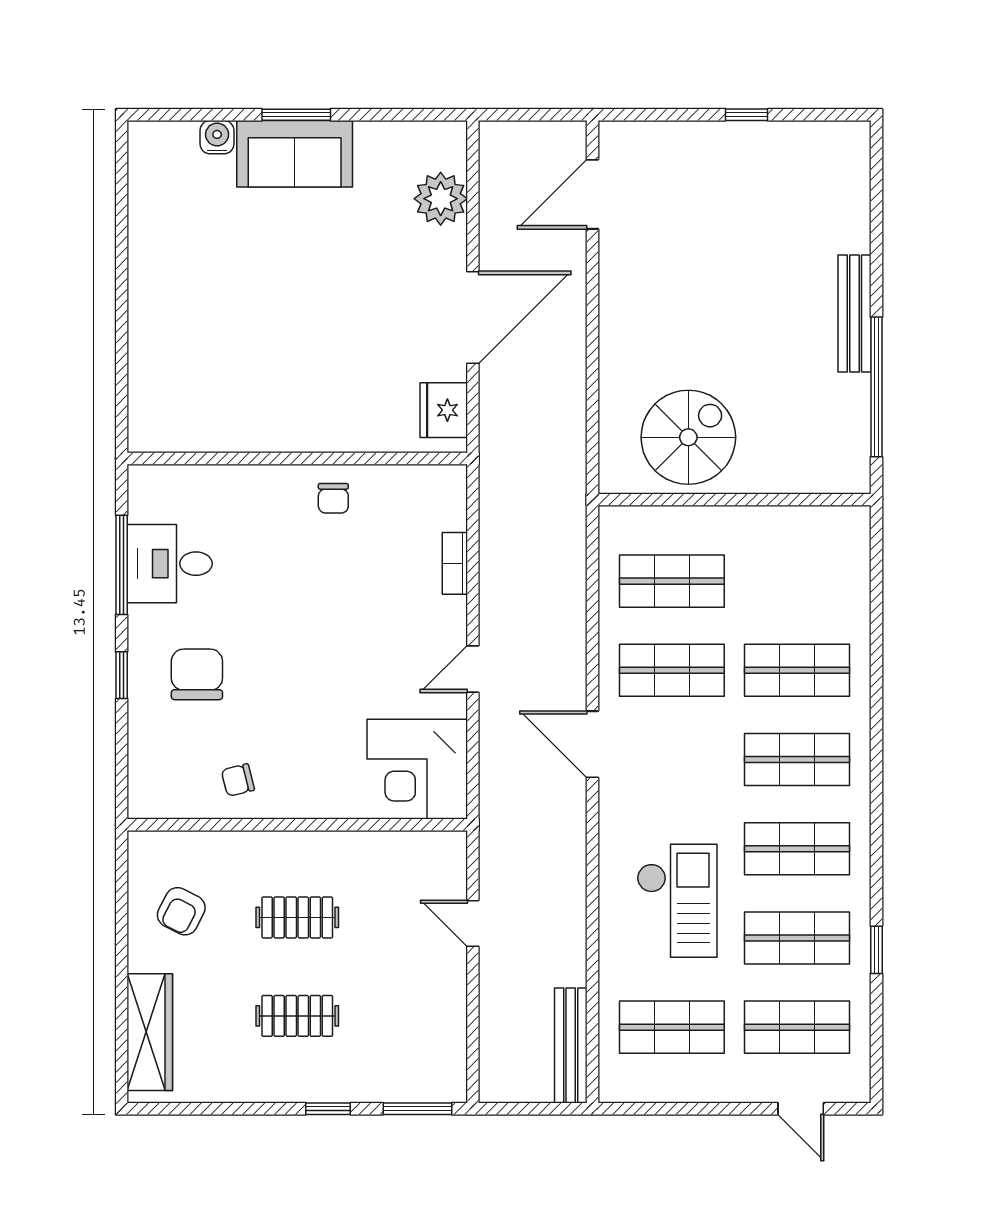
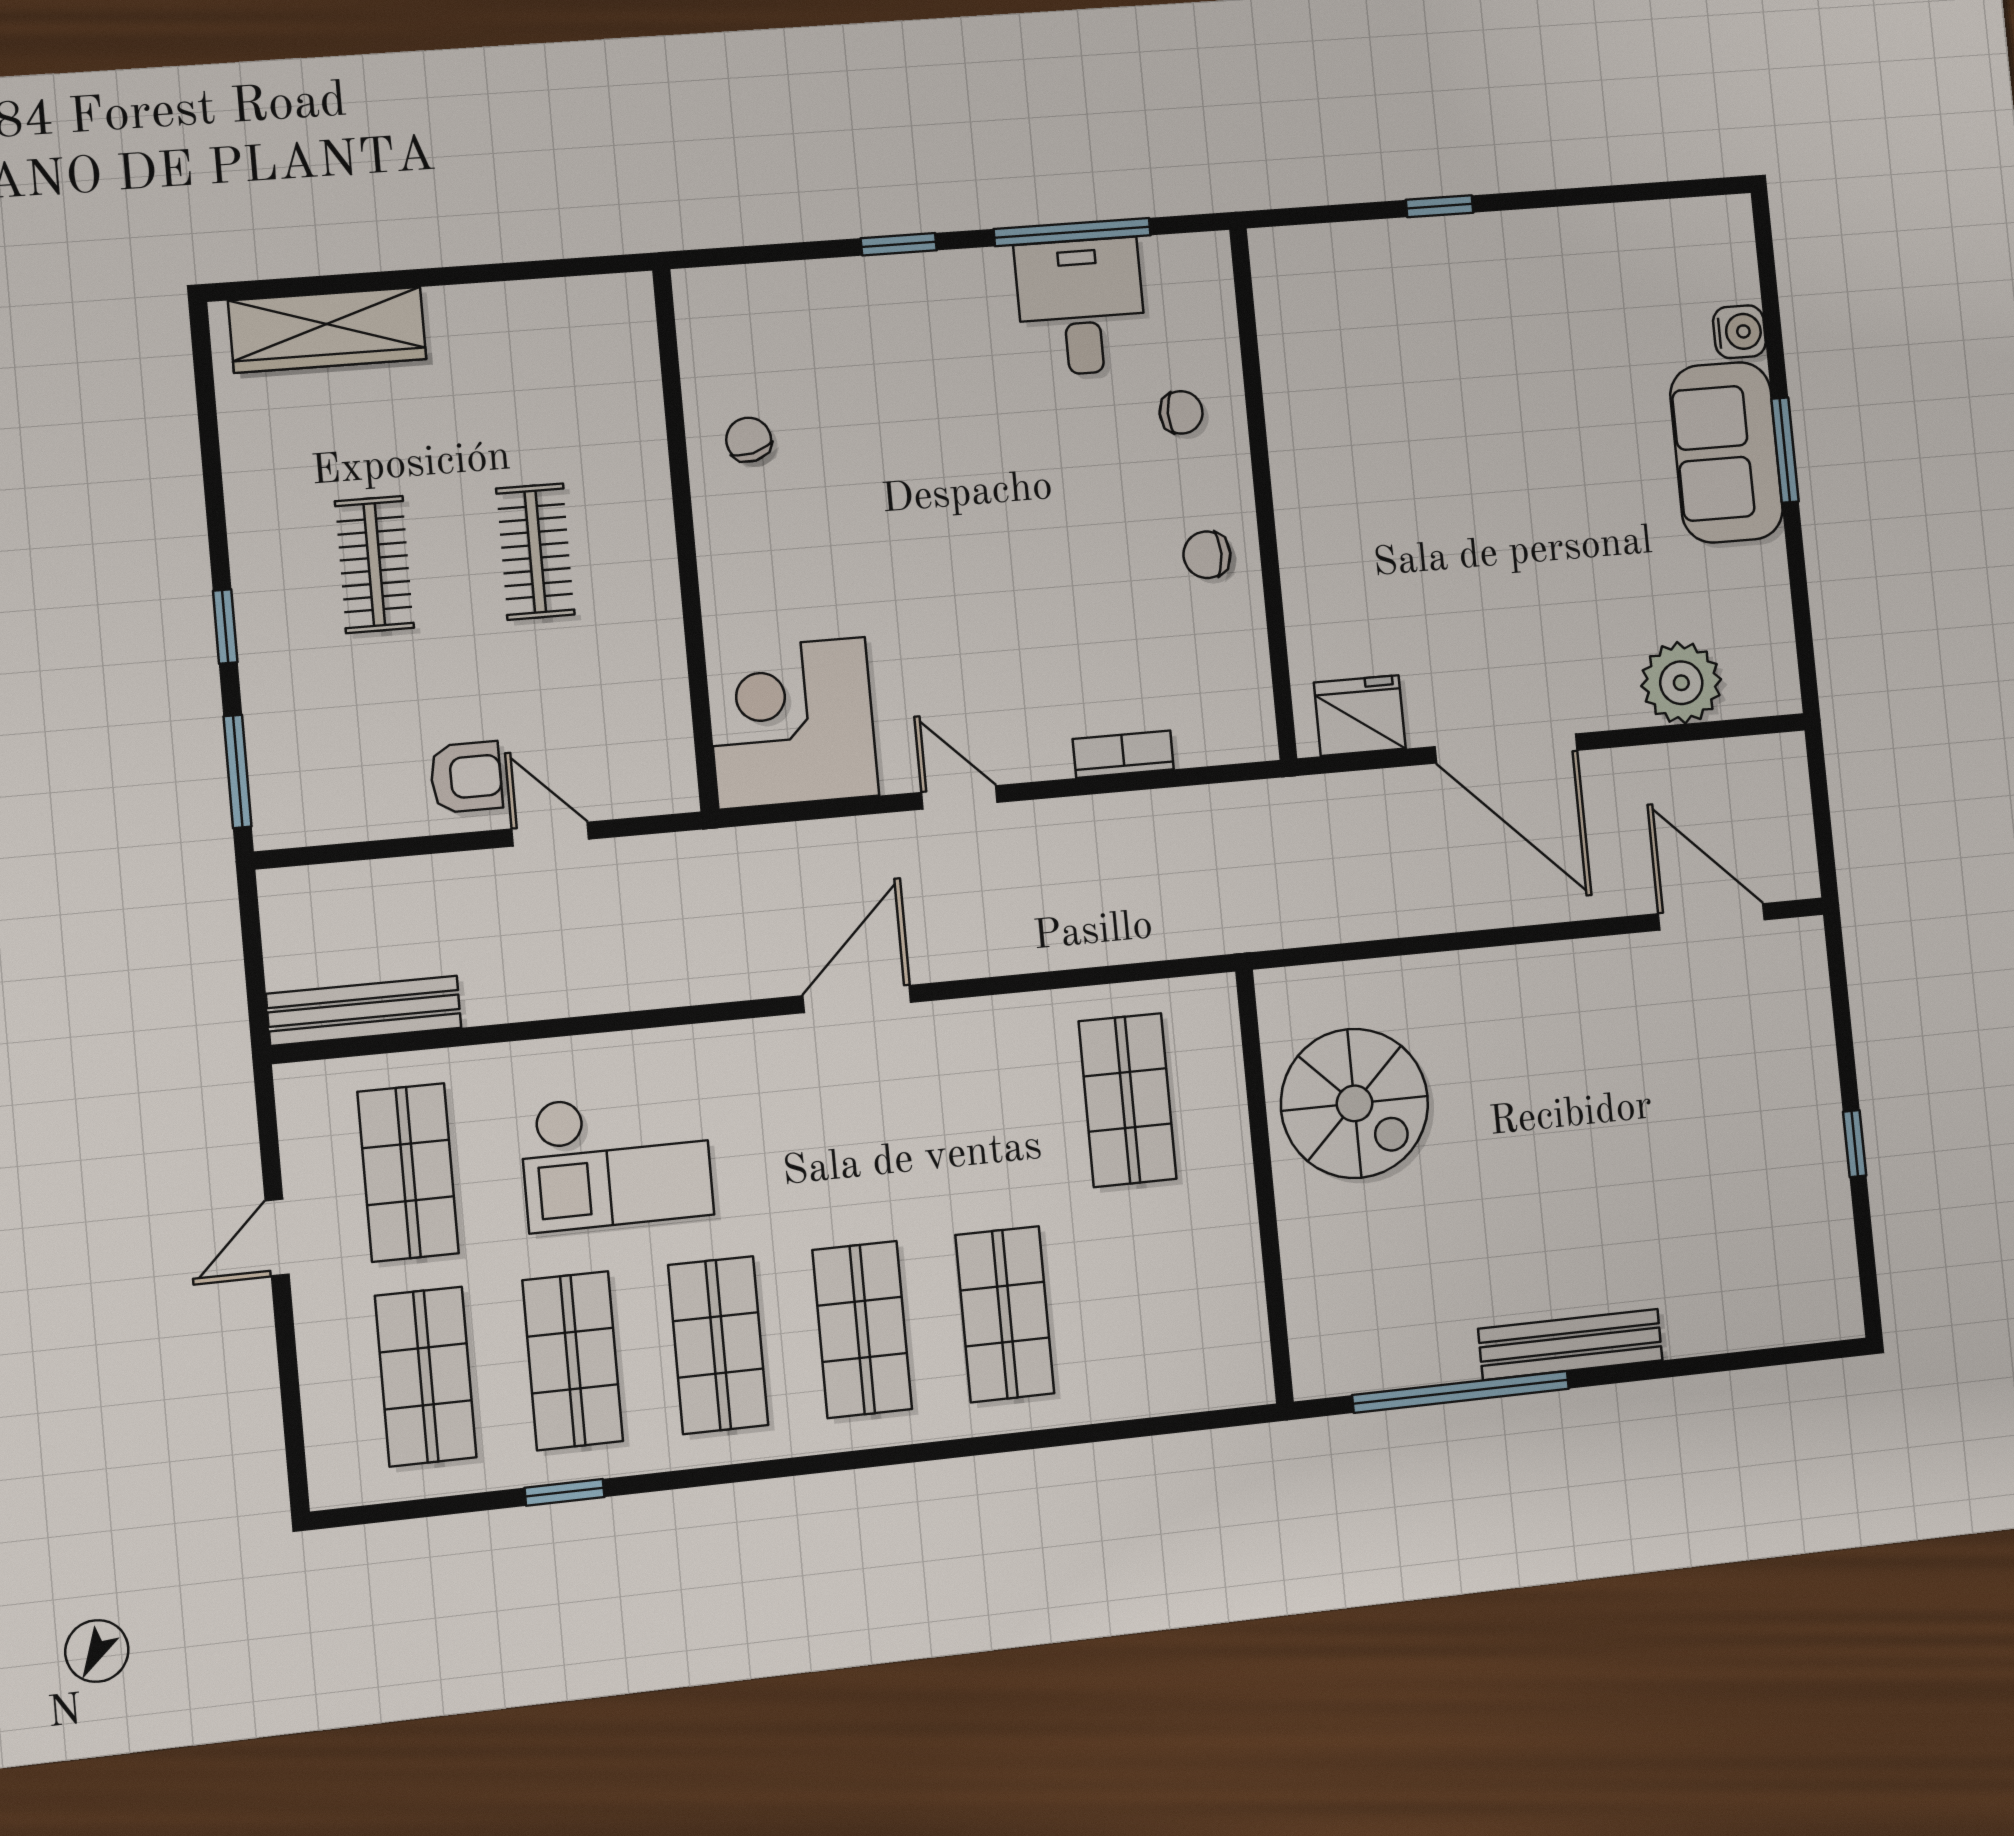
window: (122, 326) -> (1440, 206), added
shop shelf: (672, 670) -> (986, 1114), removed
chair: (197, 674) -> (1181, 412), moved, width x0.54, depth x0.54
armchair: (181, 911) -> (466, 777), moved, turned 153
door: (473, 923) -> (550, 834), hinge flipped
door: (801, 1109) -> (277, 1238), moved

